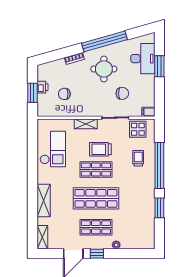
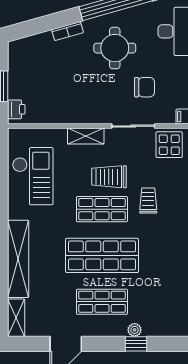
printer: (42, 87) -> (16, 109), moved
chair: (64, 94) -> (51, 88), removed
trolley: (138, 158) -> (148, 201), moved
shelving: (44, 200) -> (18, 259), width x1.47
window: (97, 254) -> (136, 344), moved

